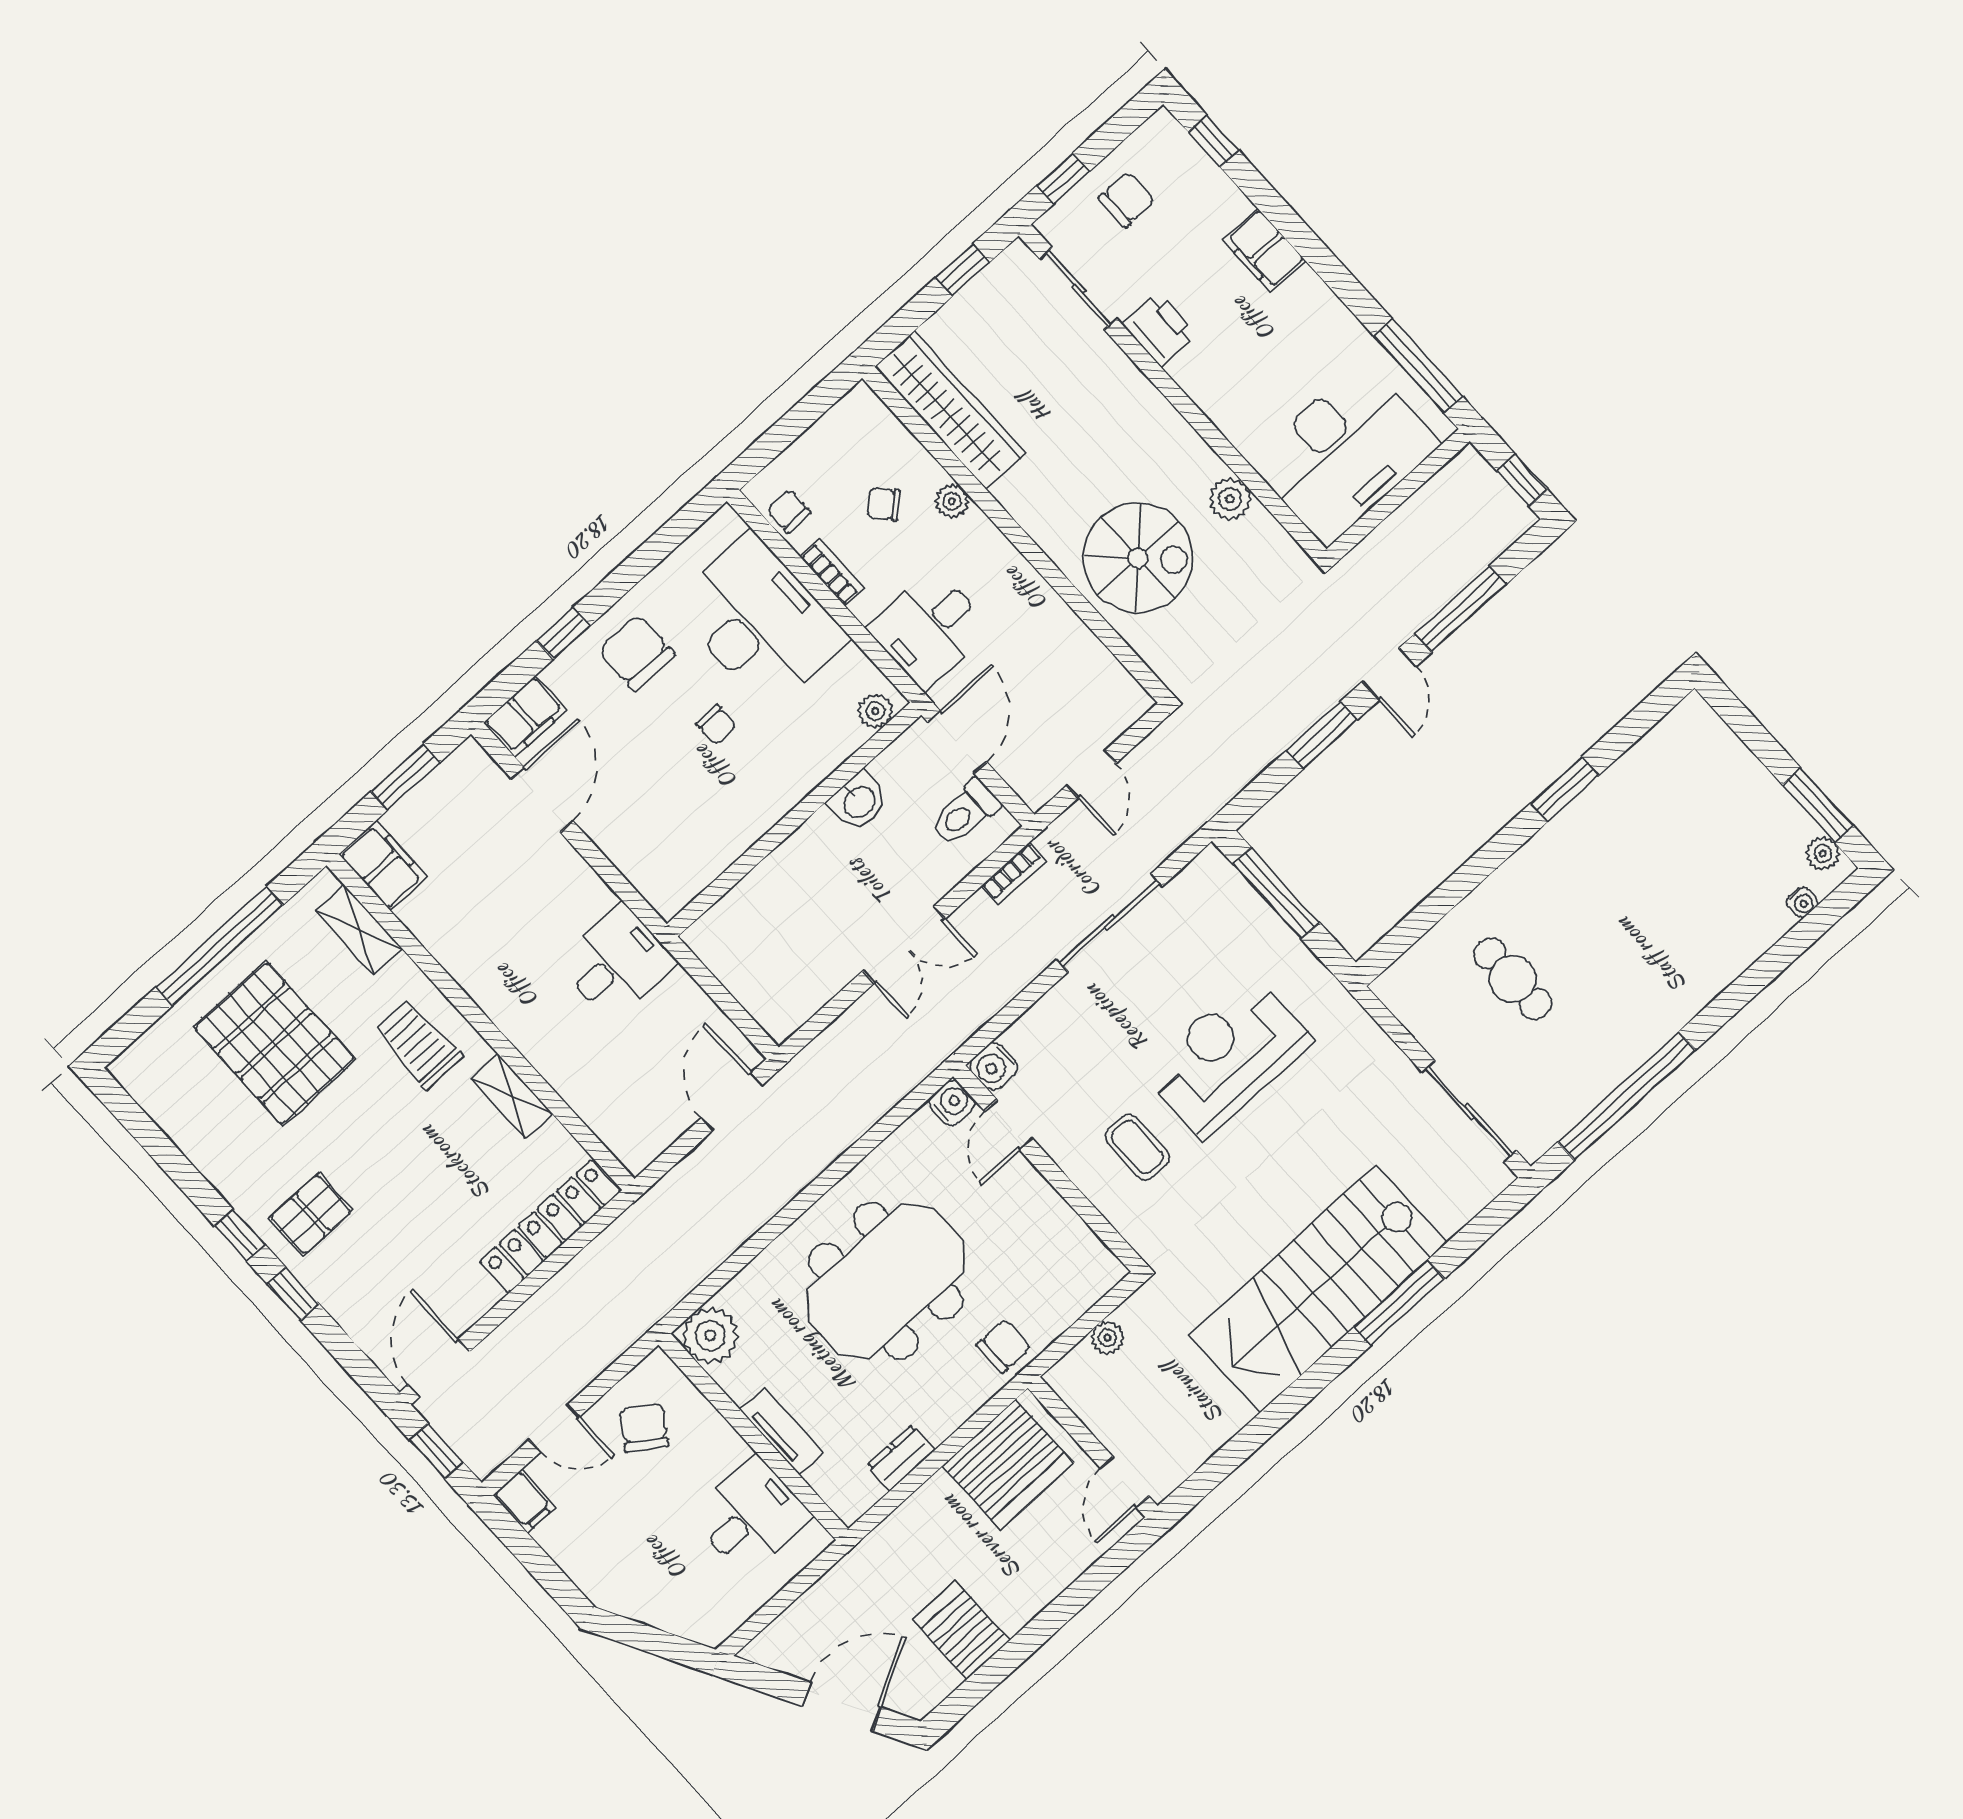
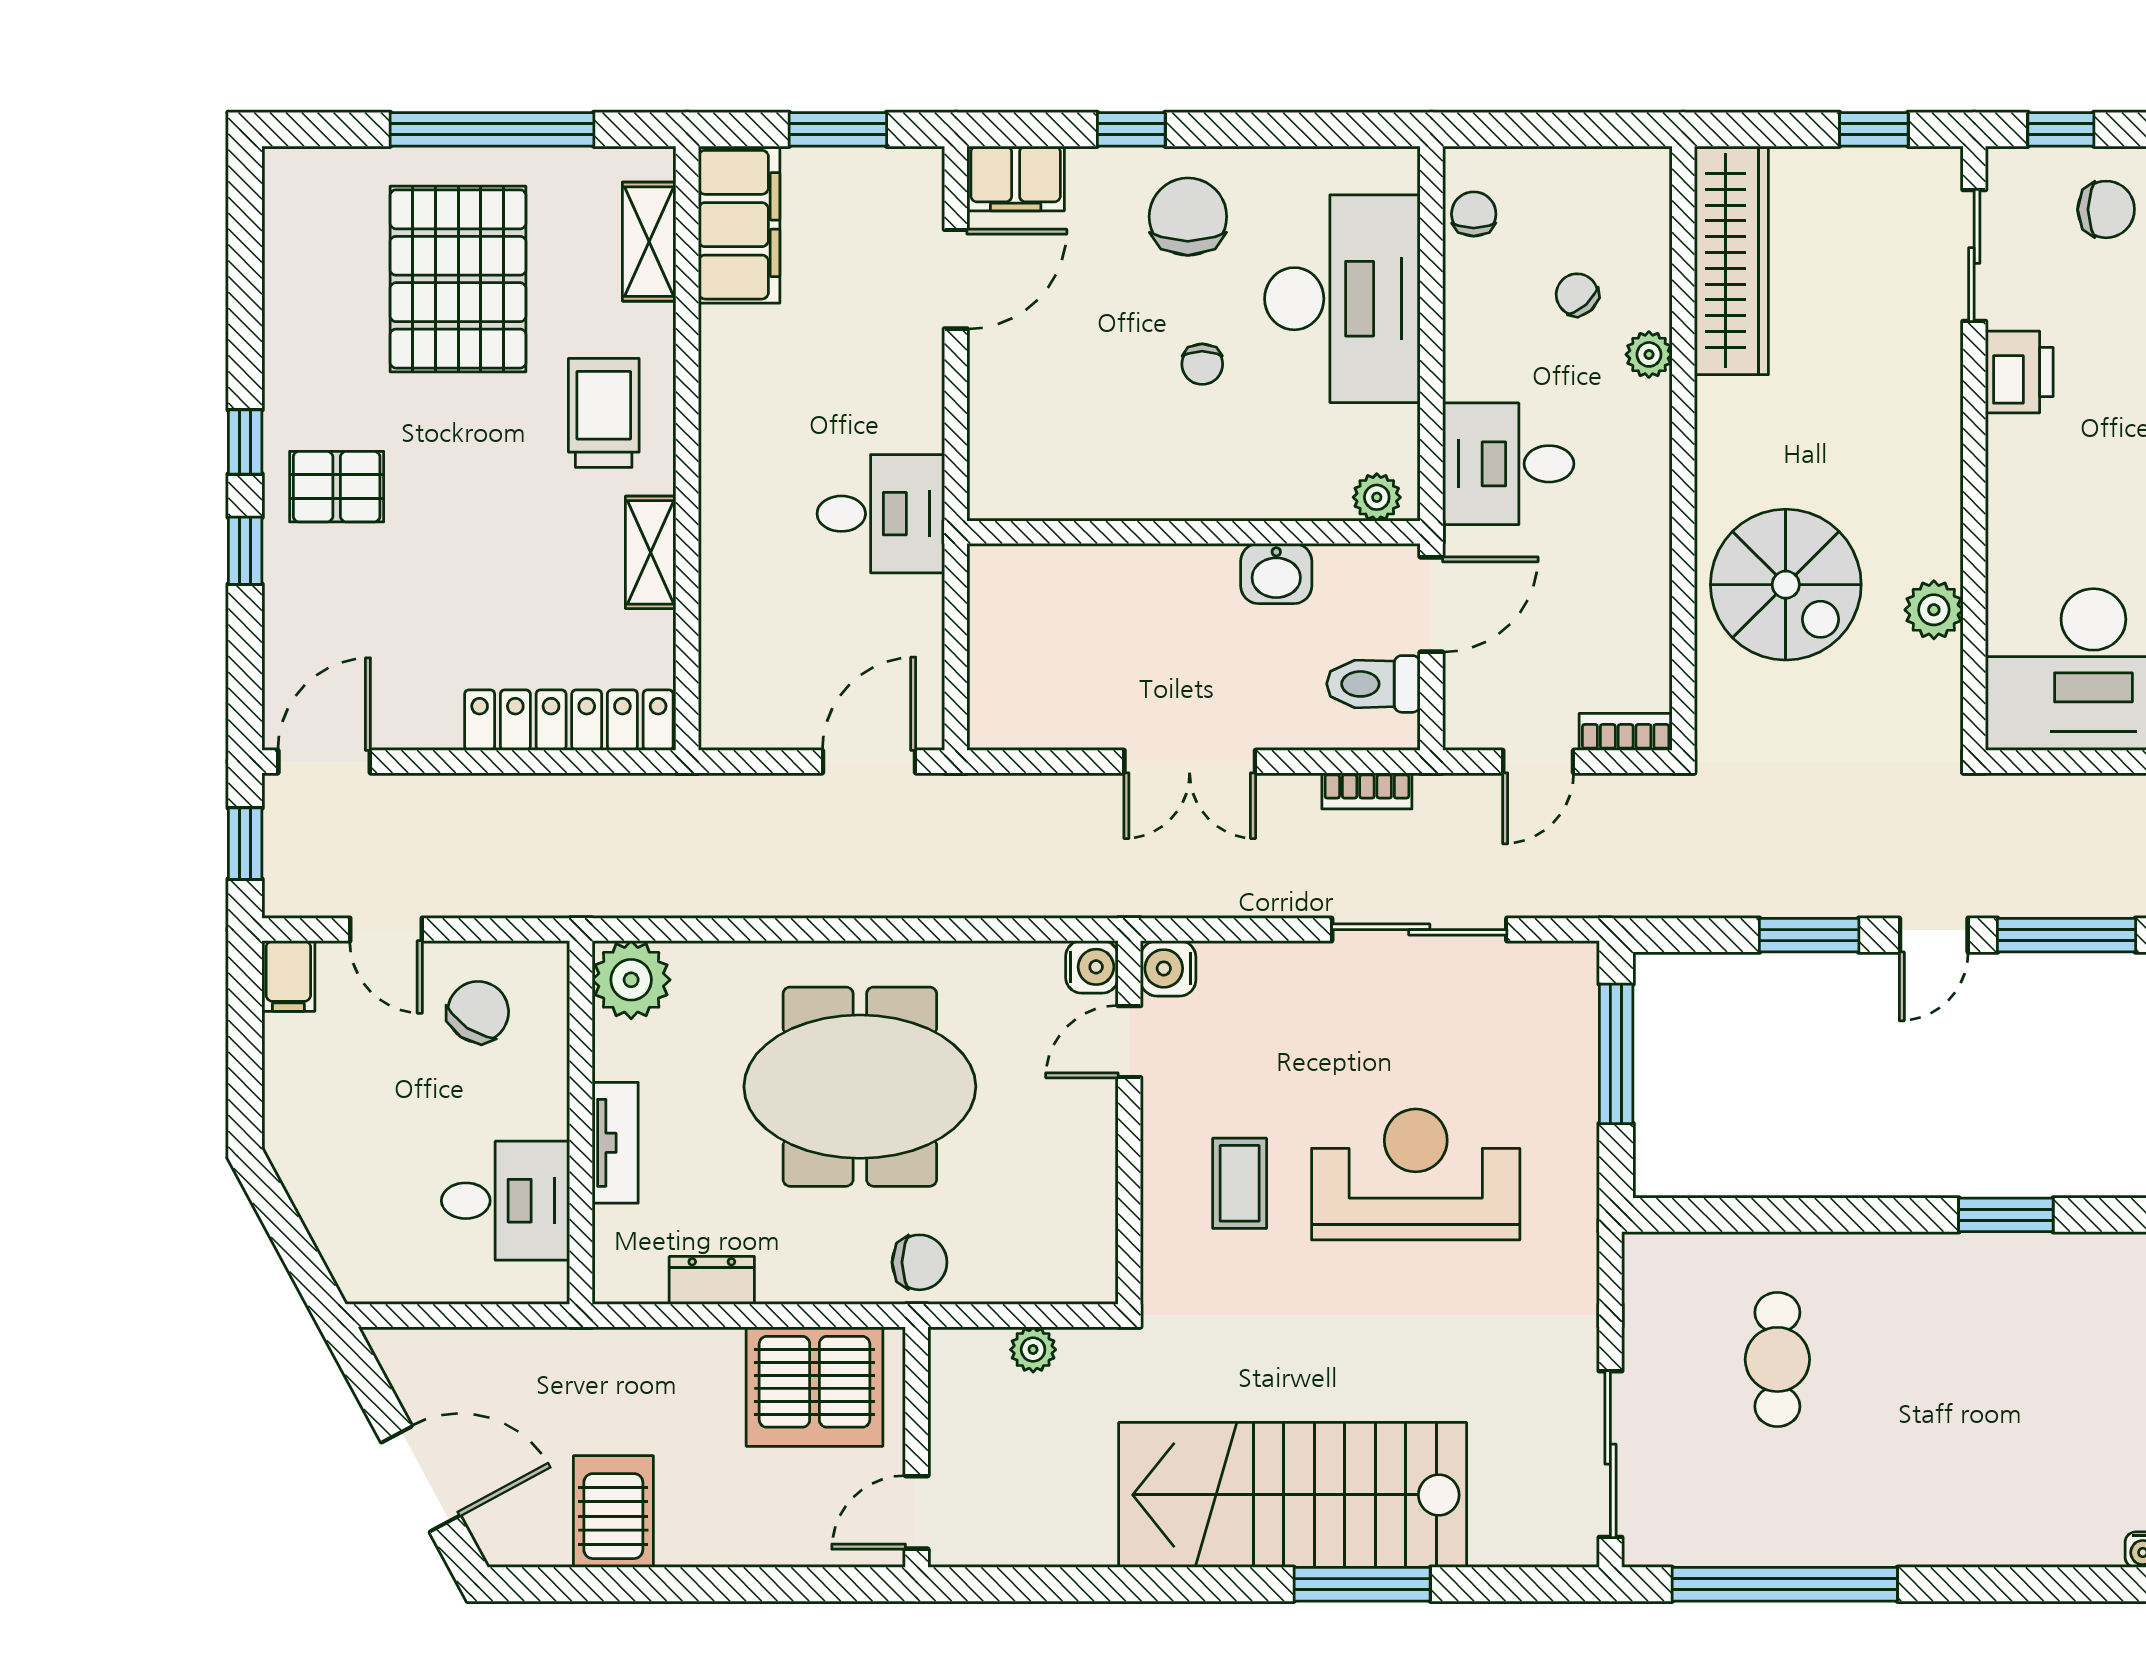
bookcase: (832, 572) -> (1626, 732), moved, turned -90
filing cabinet: (383, 865) -> (739, 225), width x1.50, depth x1.17

